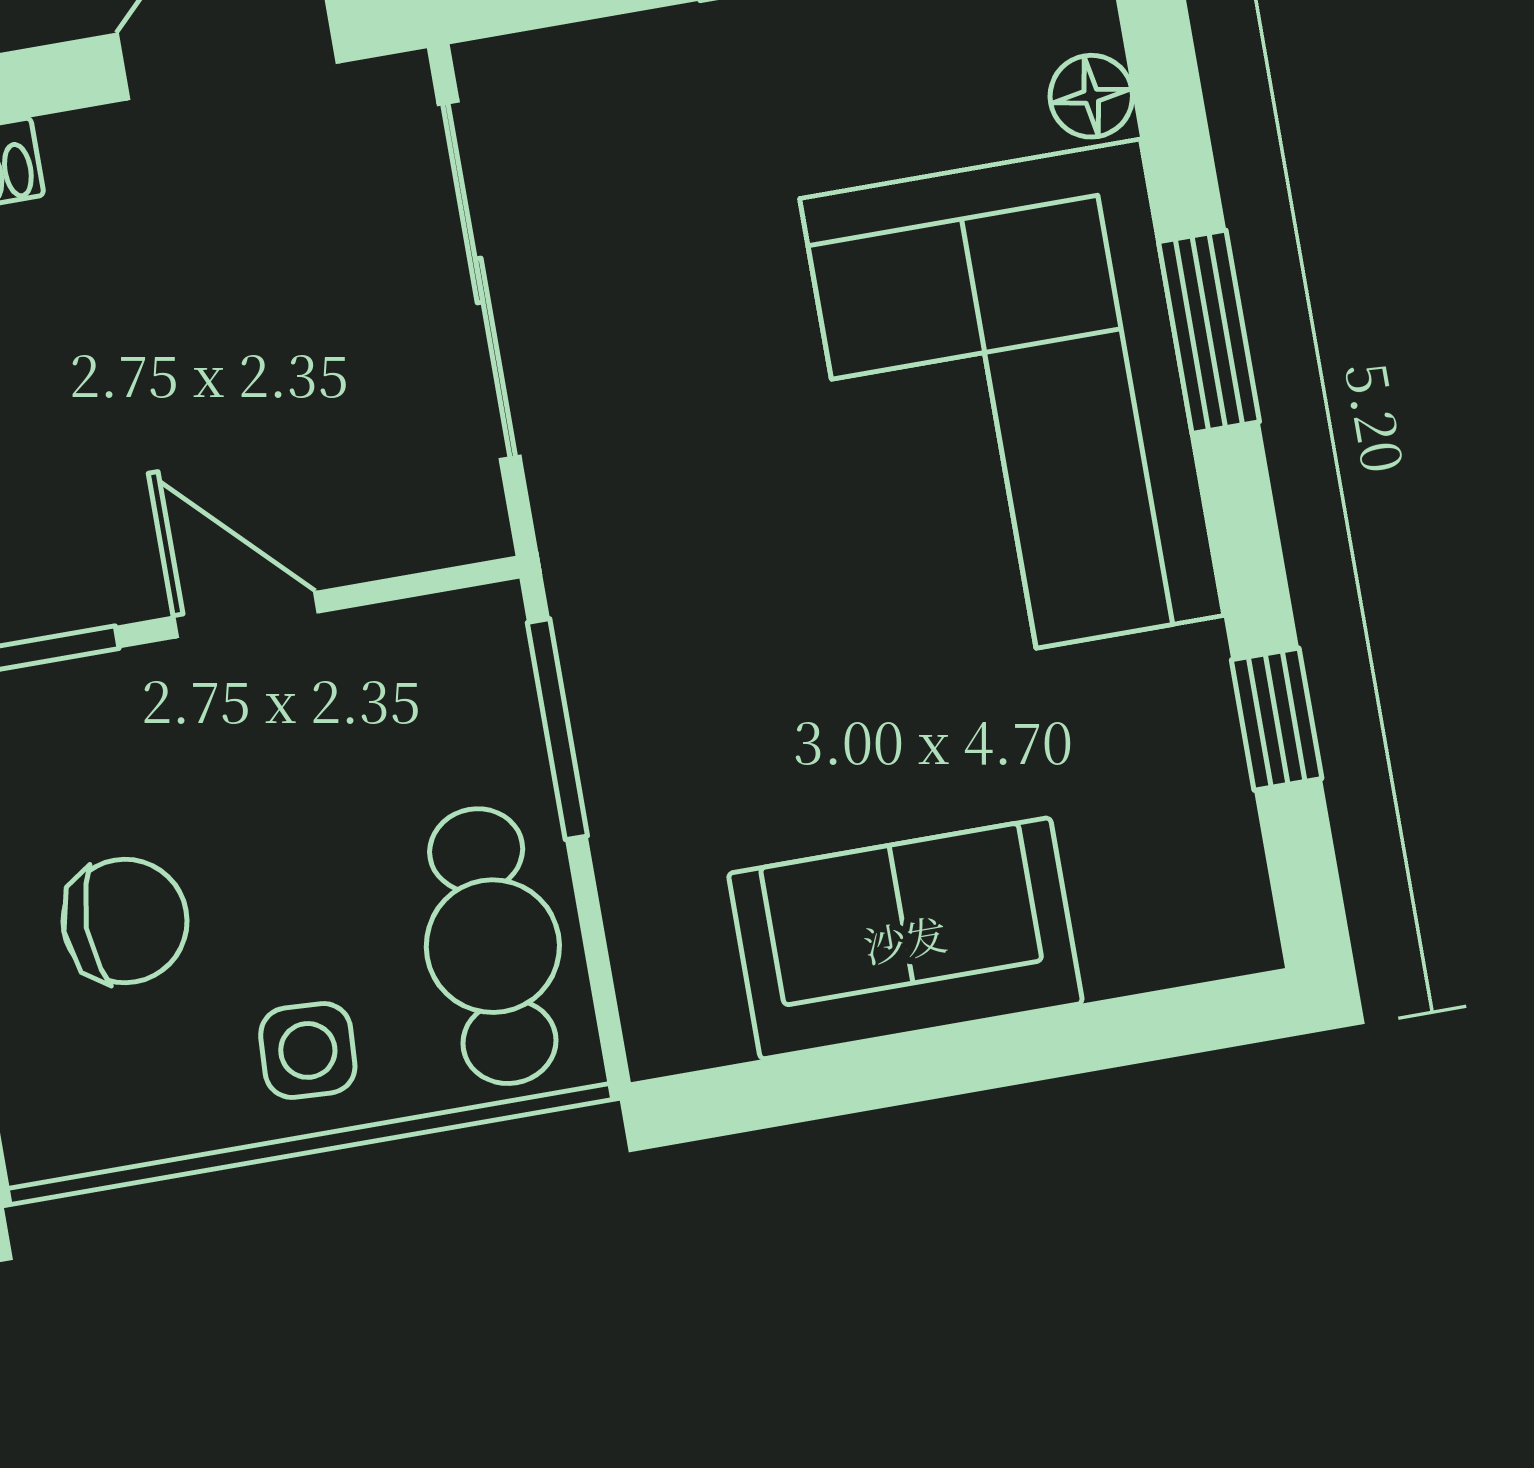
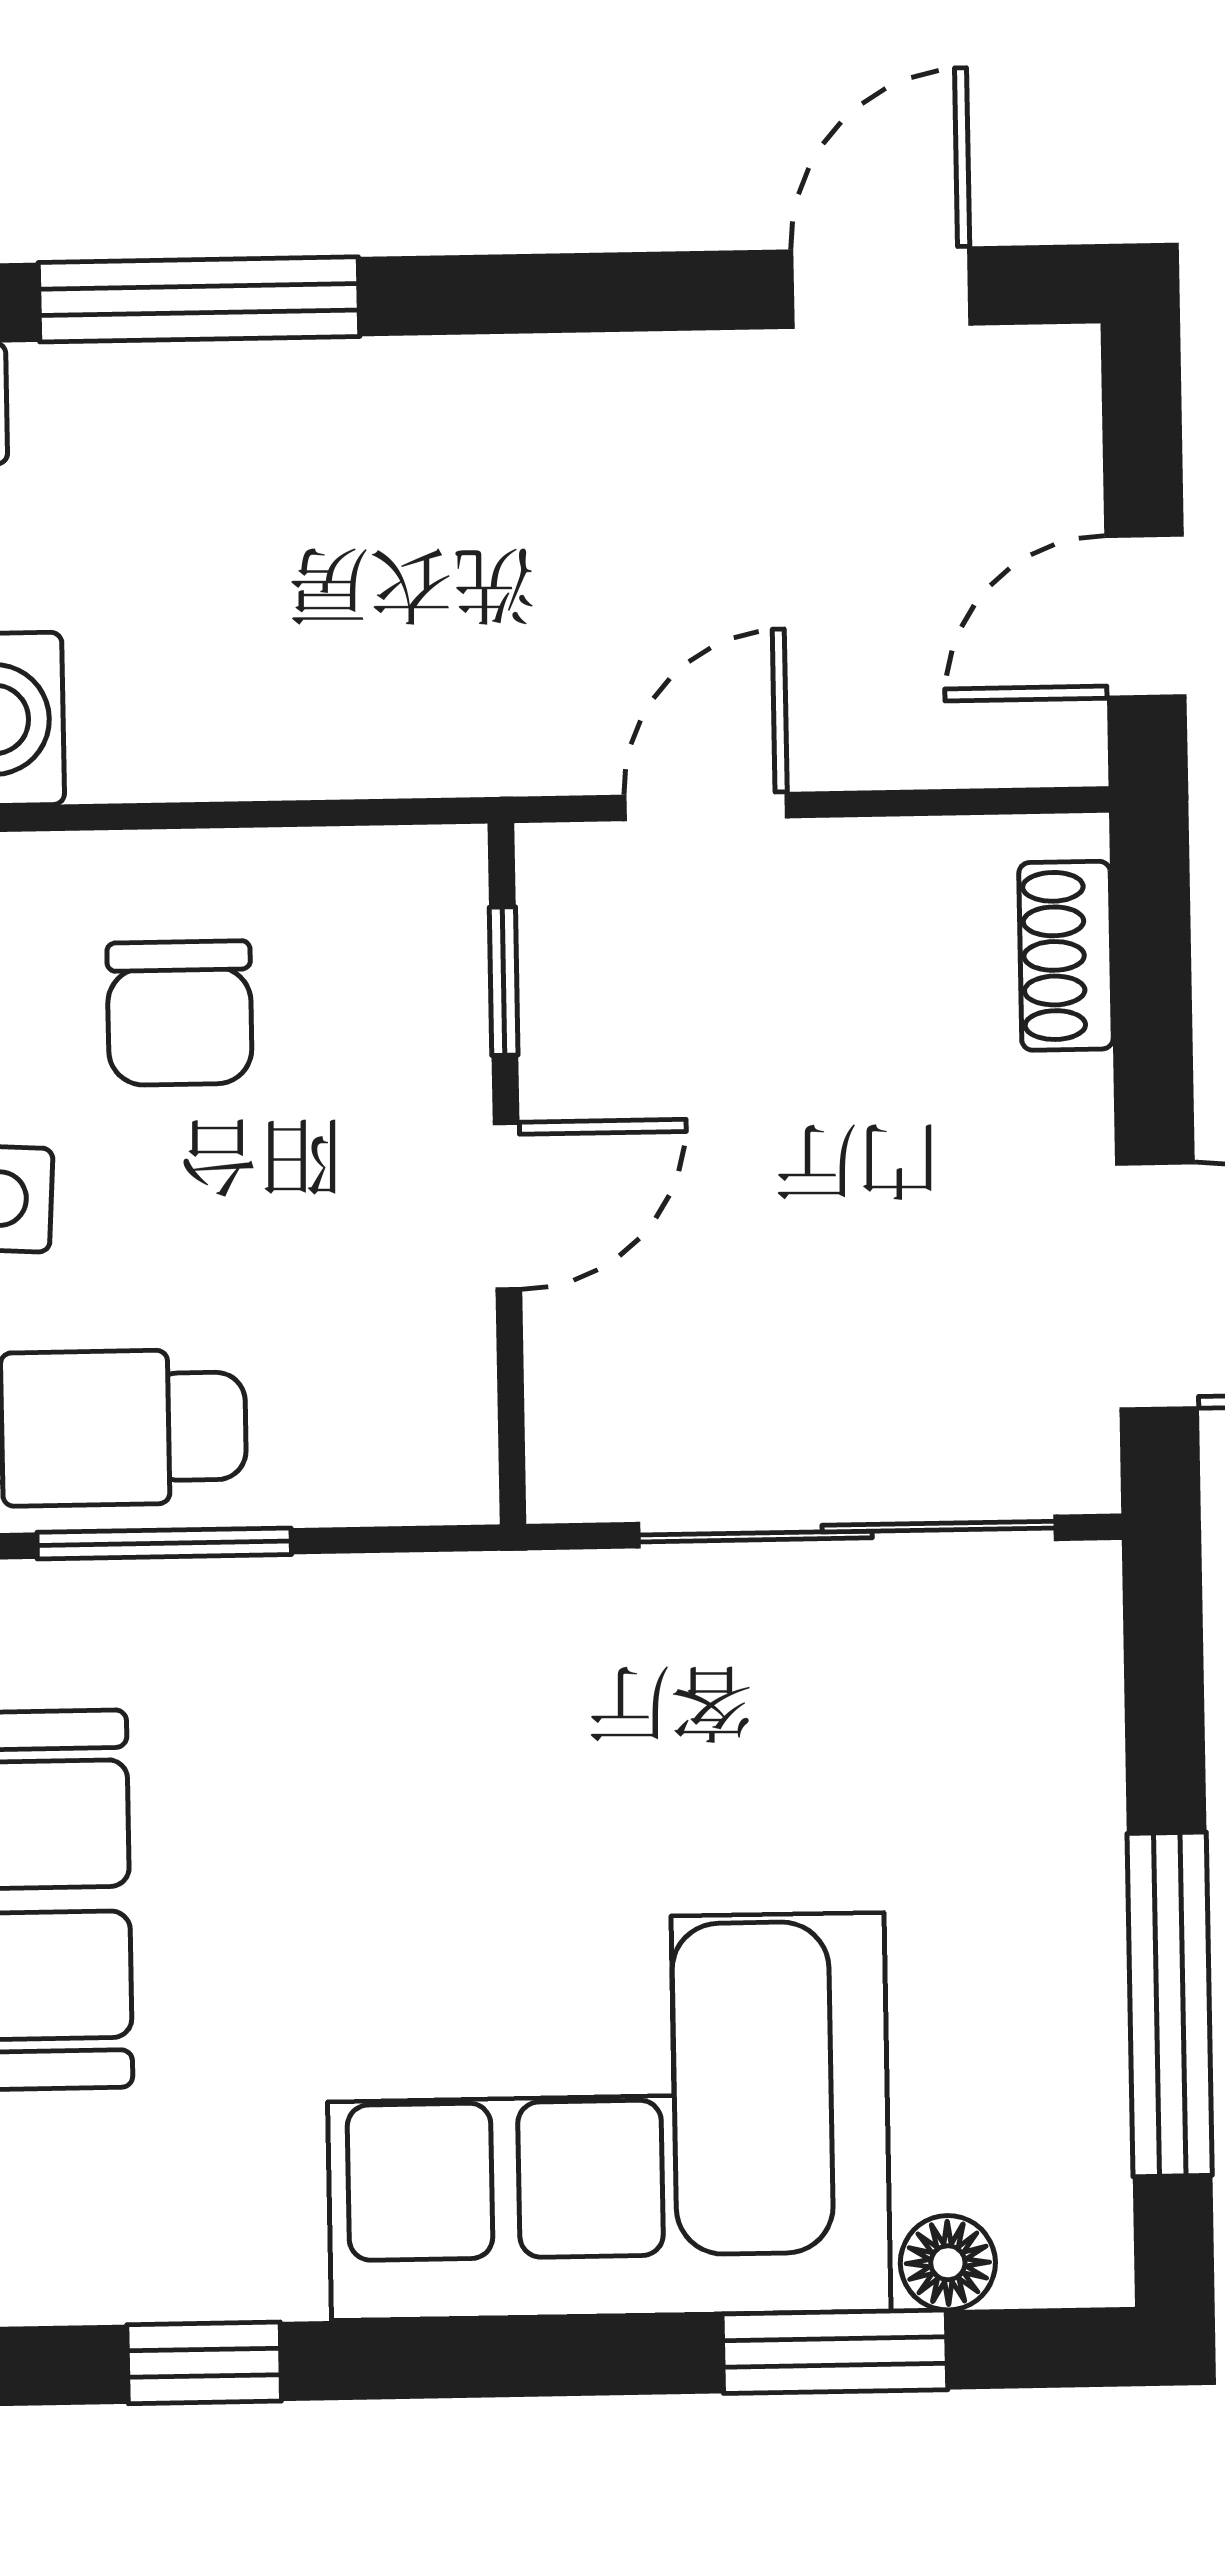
window: (1209, 332) -> (835, 2352), moved
window: (557, 729) -> (164, 1543), moved

